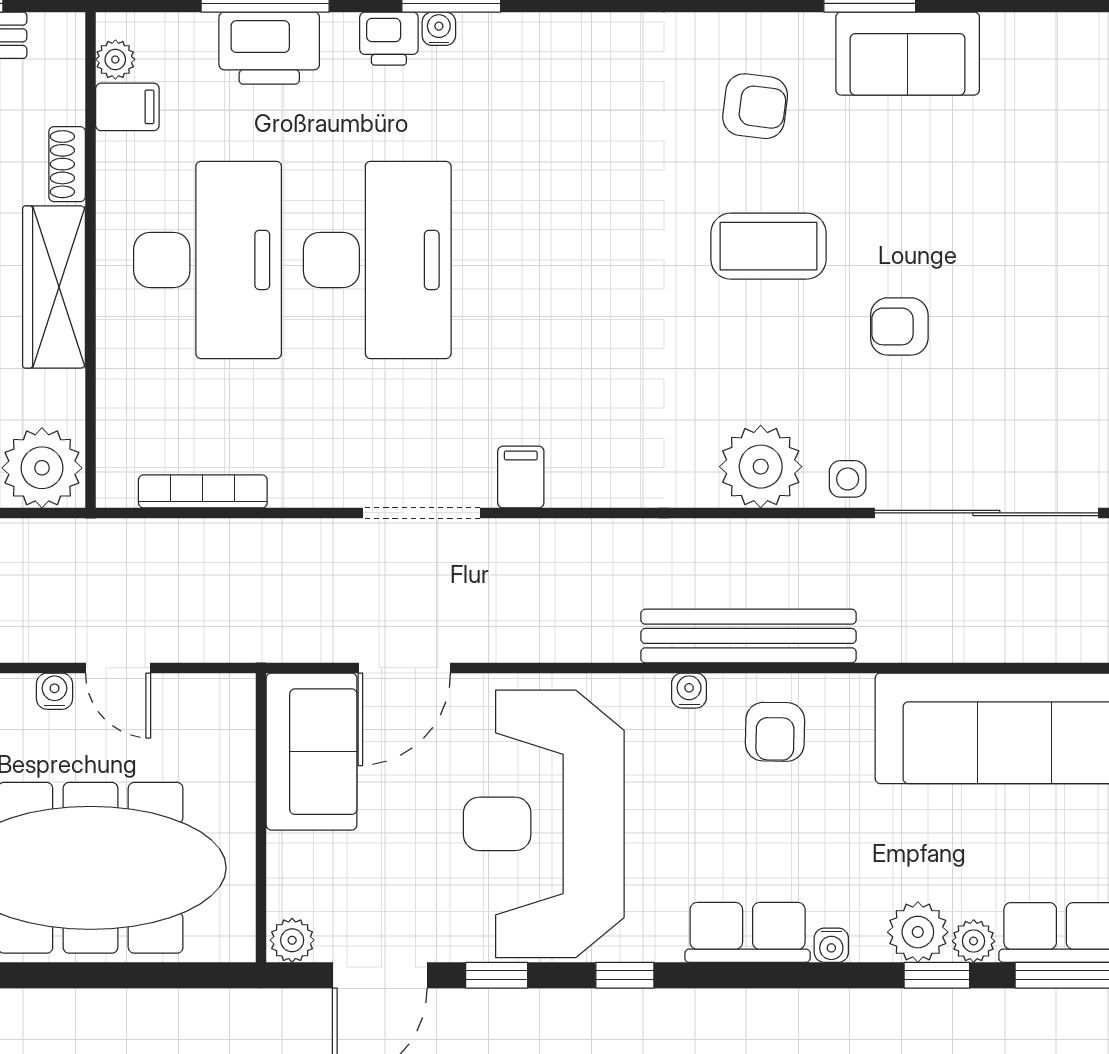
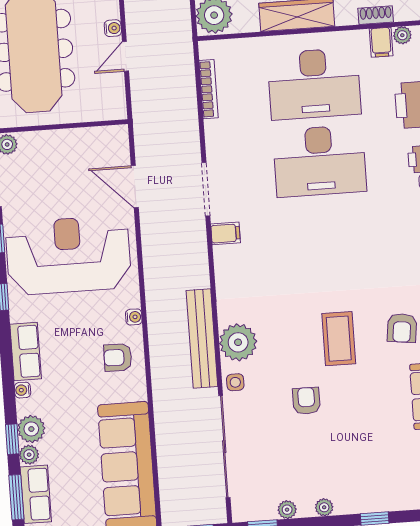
shoe rack: (67, 164) -> (376, 15), moved
bench: (749, 636) -> (202, 338), moved
sofa: (312, 752) -> (94, 147), removed

